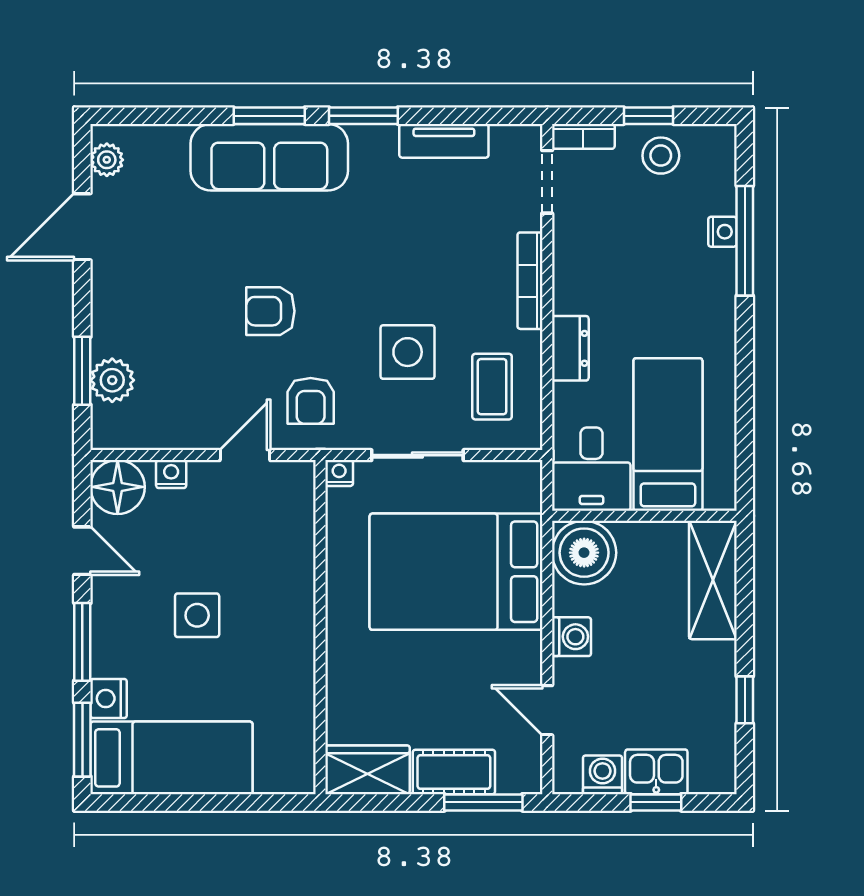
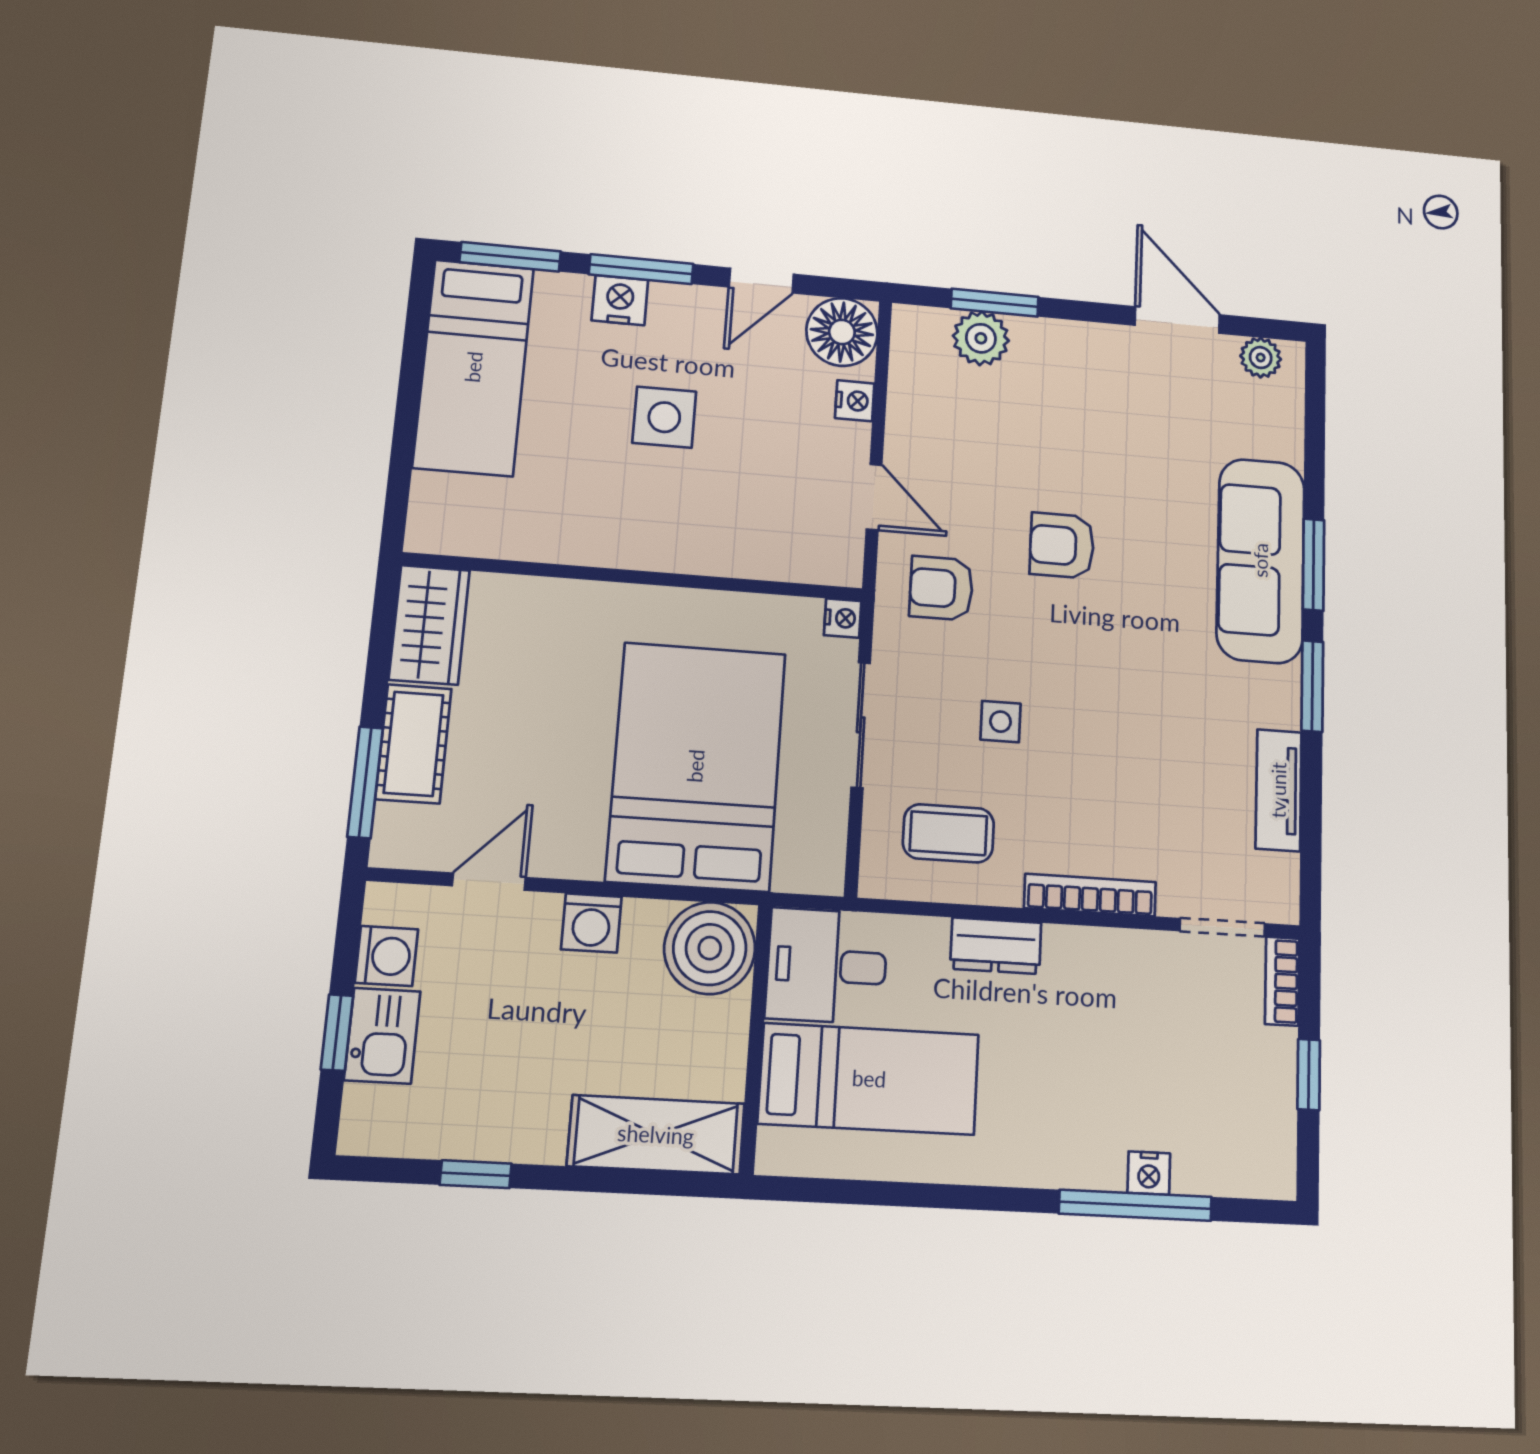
stool: (661, 156) -> (1255, 1089), removed
armchair: (270, 311) -> (1062, 546), turned -90
side table: (408, 352) -> (1000, 722), width x0.54, depth x0.54
nightstand: (109, 699) -> (620, 300), moved

